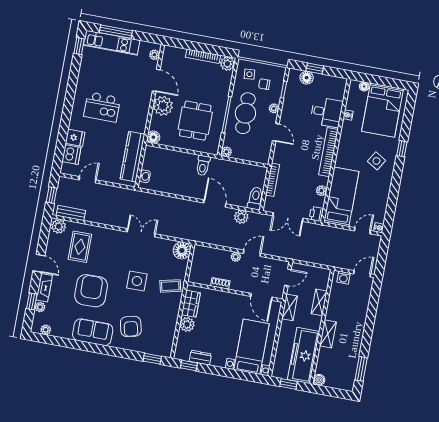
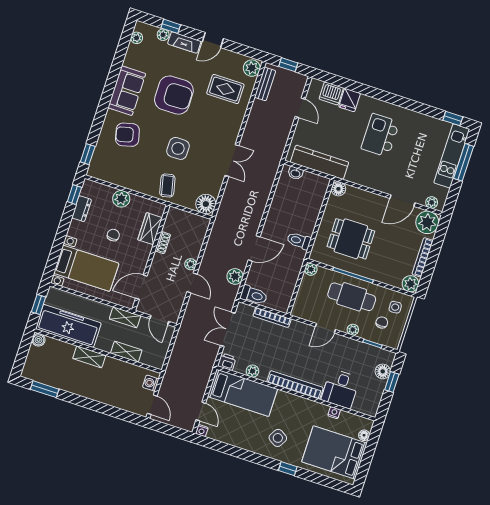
plant: (163, 106) -> (427, 222), moved
wardrobe: (191, 304) -> (150, 229), moved, turned 90
chair: (220, 327) -> (113, 235), added

